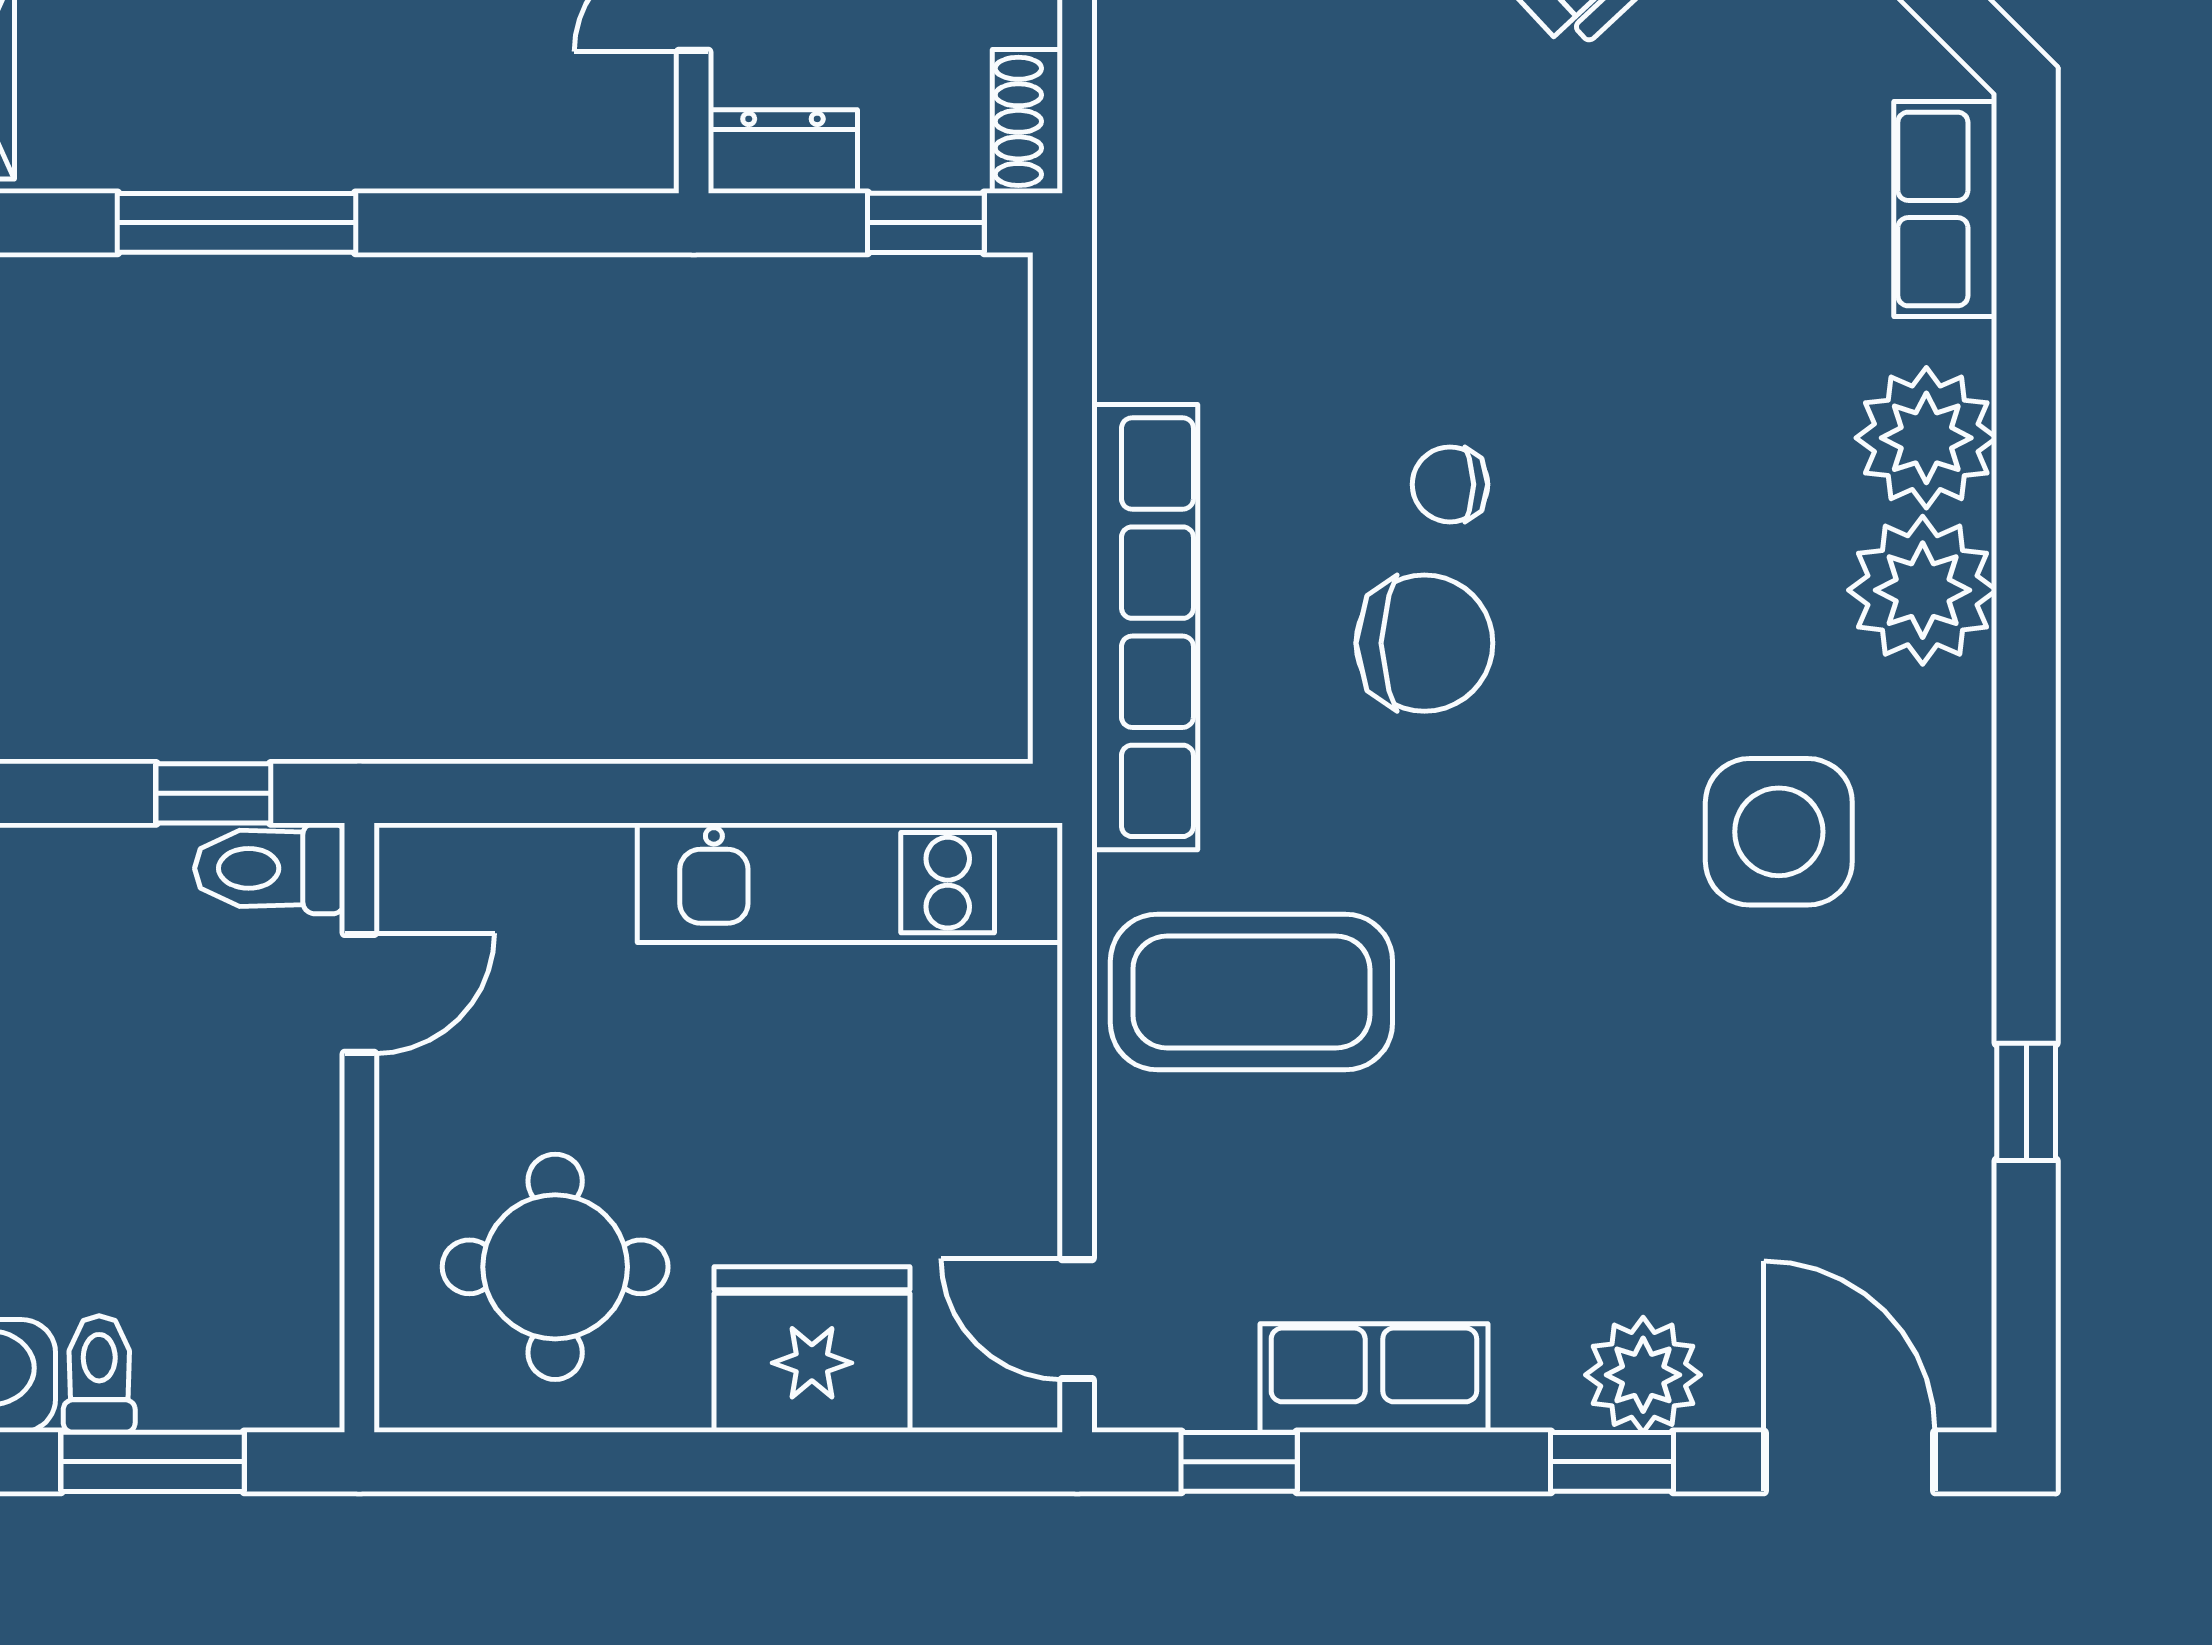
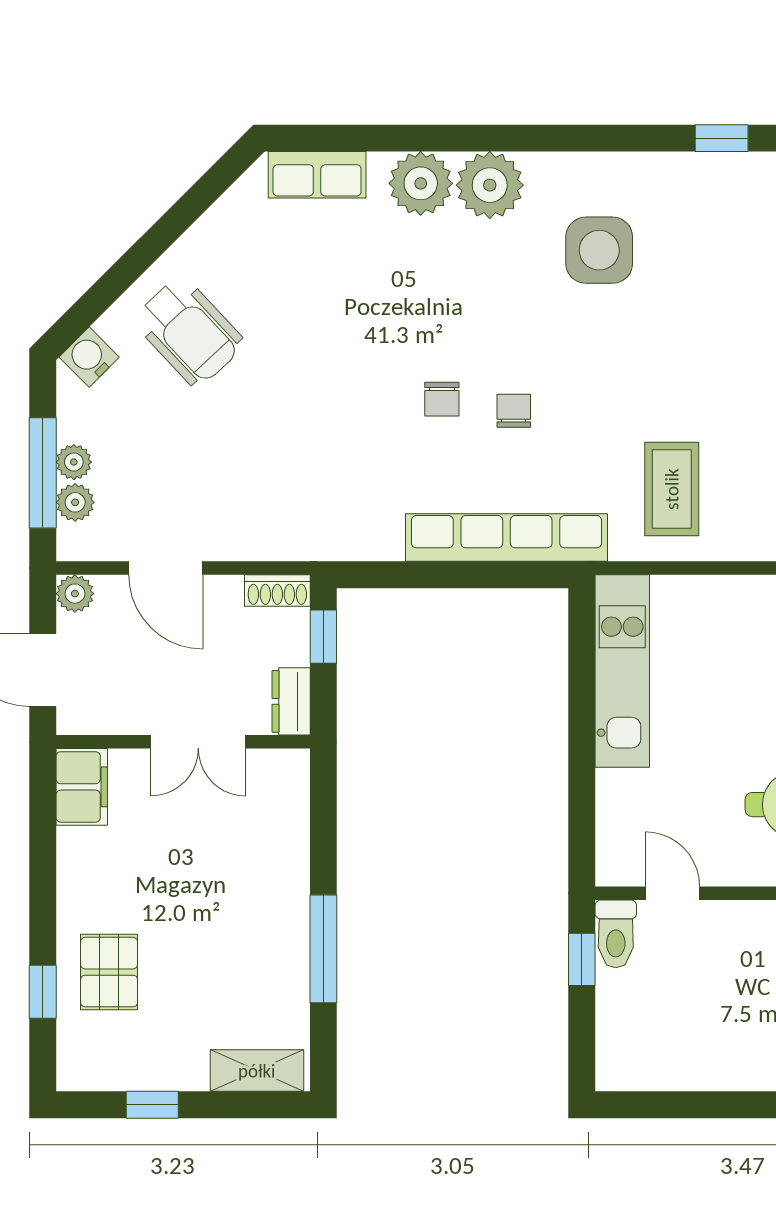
chair: (1424, 643) -> (514, 411), width x0.54, depth x0.54
coffee table: (1251, 992) -> (672, 489), width x0.73, depth x0.76

